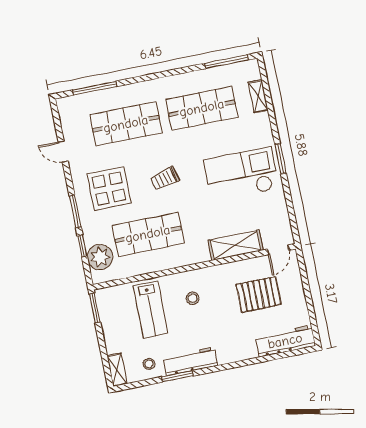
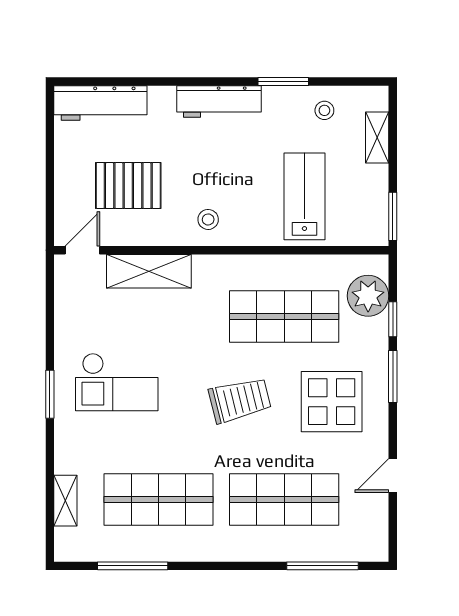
window: (226, 62) -> (133, 566), moved
door: (63, 151) -> (393, 475), swing flipped
checkout: (241, 174) -> (117, 382), width x0.73, depth x0.83
trolley: (165, 178) -> (240, 400), width x1.36, depth x1.39
stool: (193, 298) -> (208, 219), moved
workbench: (190, 361) -> (219, 101), moved
shelving: (117, 370) -> (377, 138), moved

